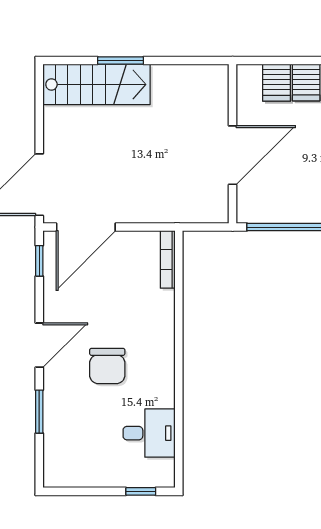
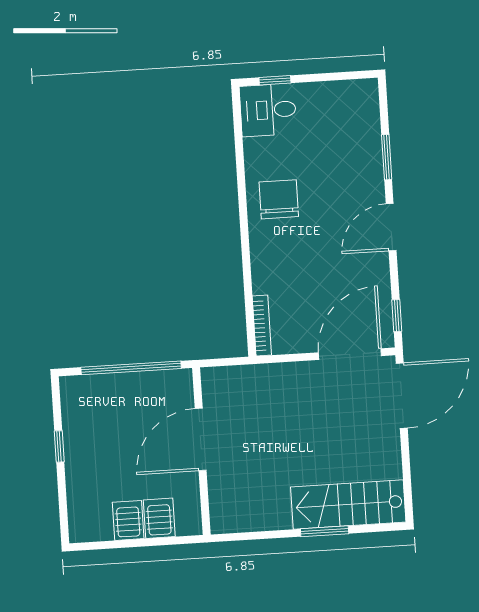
chair: (107, 366) -> (279, 199), moved
desk: (149, 433) -> (268, 110), moved

